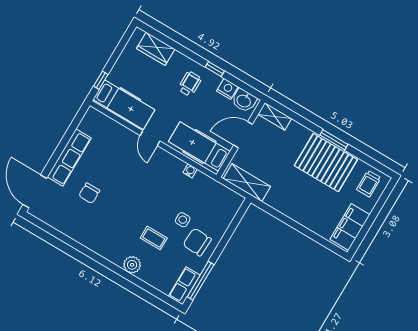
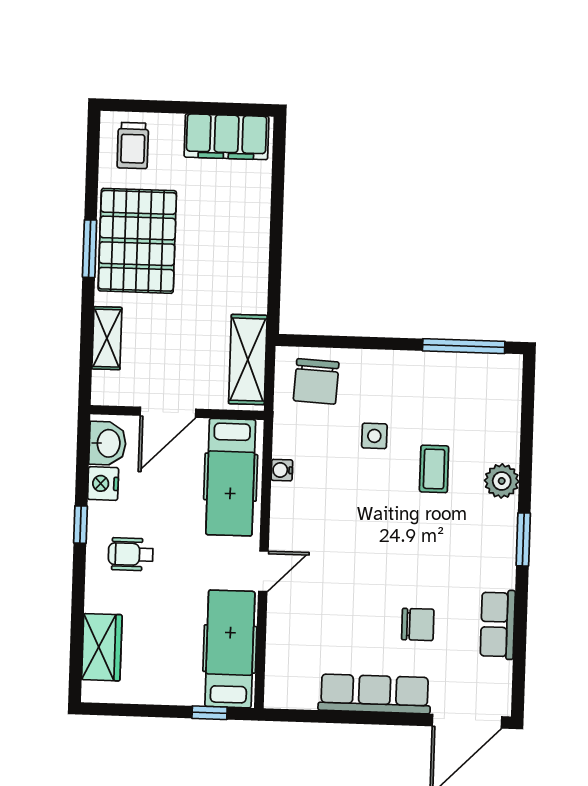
shelving: (275, 116) -> (107, 338), moved
door: (243, 135) -> (168, 412), hinge flipped
trolley: (369, 184) -> (133, 145), turned 90
chair: (197, 242) -> (316, 381), moved
window: (101, 260) -> (523, 539), added
row of seats: (184, 286) -> (498, 625), moved, turned 90

